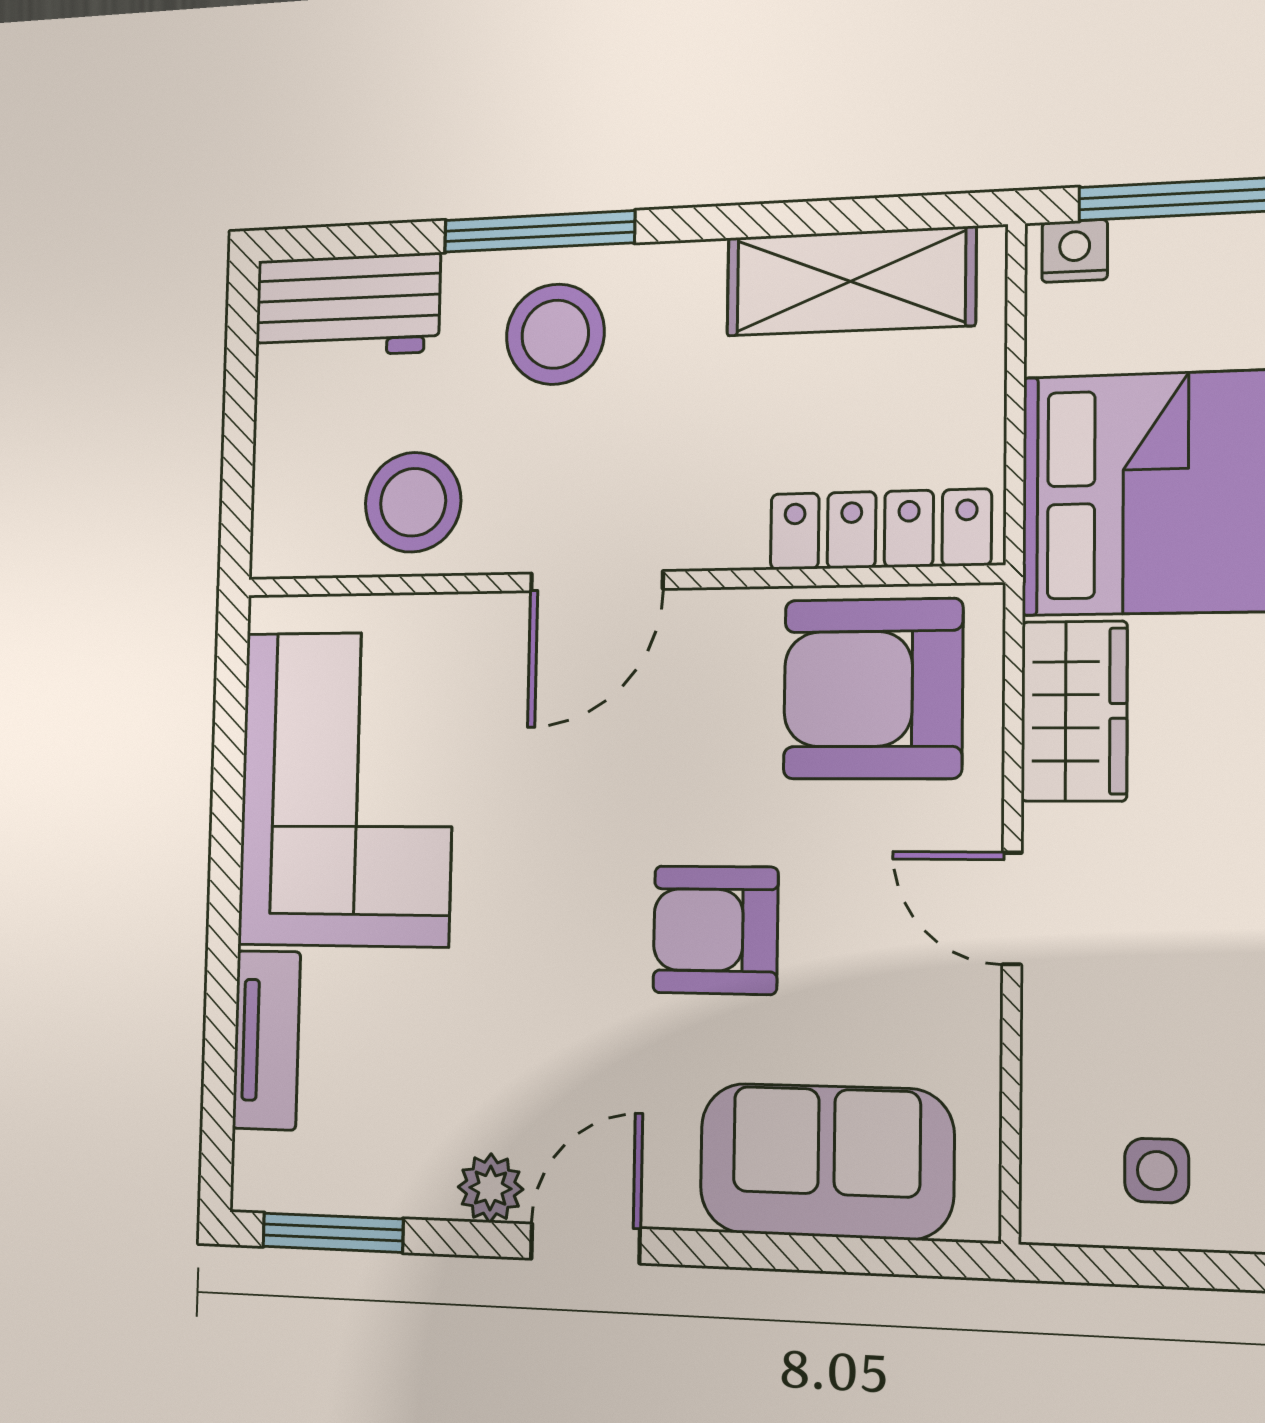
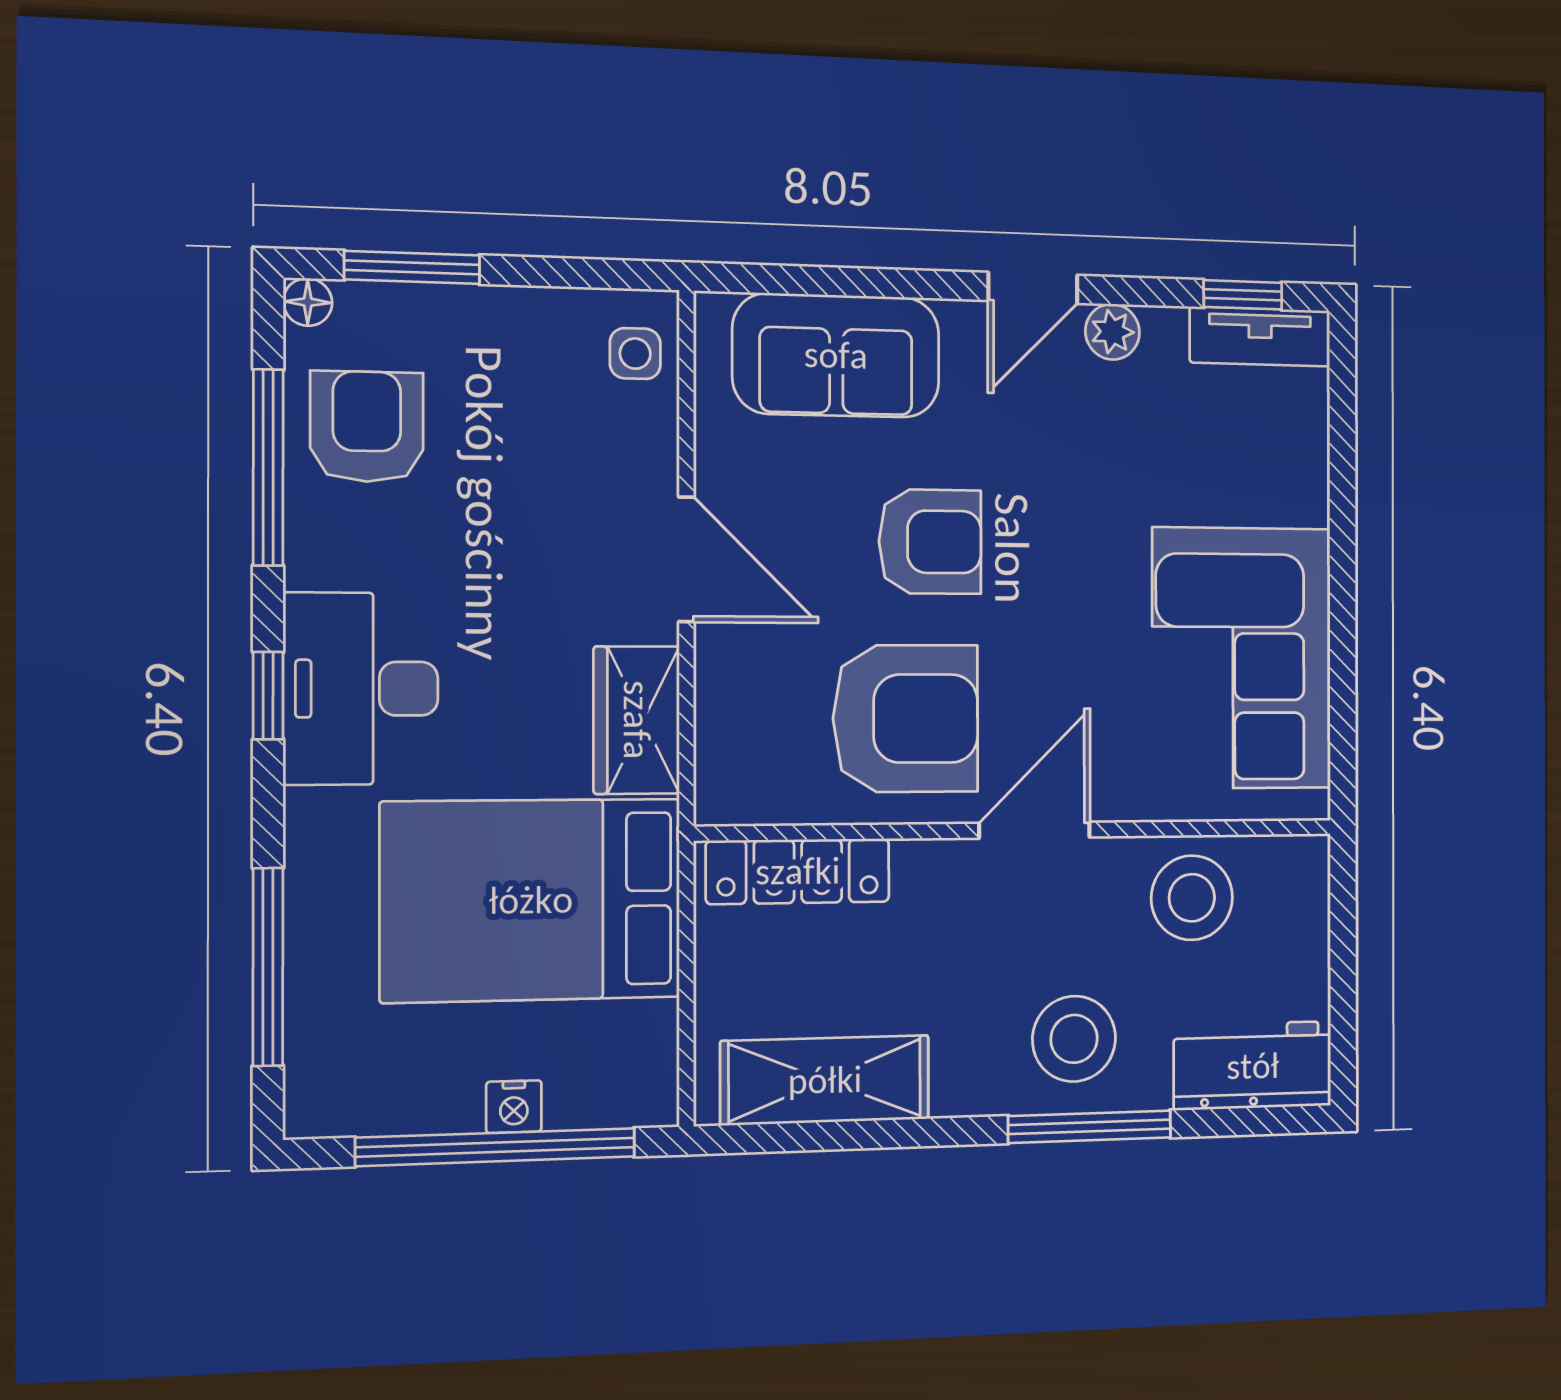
nightstand: (1075, 251) -> (514, 1107), moved
armchair: (873, 689) -> (906, 719), moved
door: (1012, 908) -> (686, 559), width x1.38
tv unit: (266, 1040) -> (1260, 337), moved, turned -90
side table: (1157, 1171) -> (635, 354), moved
window: (333, 1233) -> (1243, 295), width x0.67

